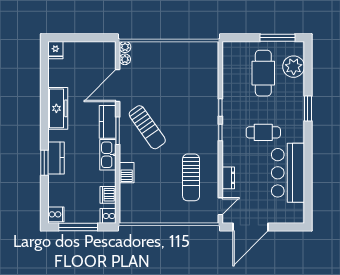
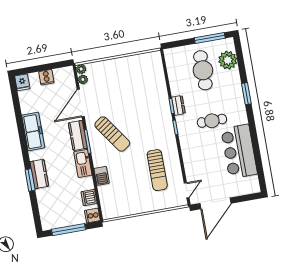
dresser: (228, 178) -> (178, 105), moved
cooker: (56, 214) -> (46, 77), moved, turned 90

